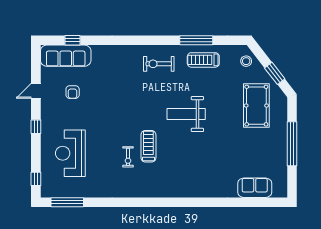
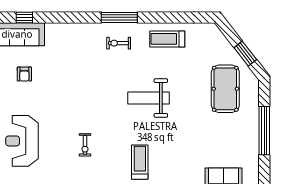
window: (196, 40) -> (119, 17), moved
stool: (246, 61) -> (214, 40), removed
exercise bike: (159, 64) -> (119, 43), width x0.73, depth x0.72
treadmill: (148, 146) -> (140, 162), moved

